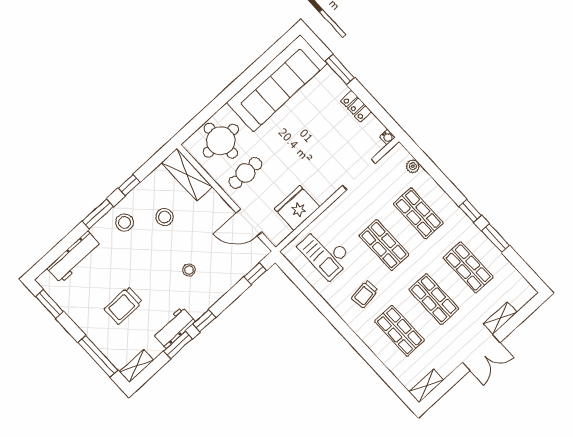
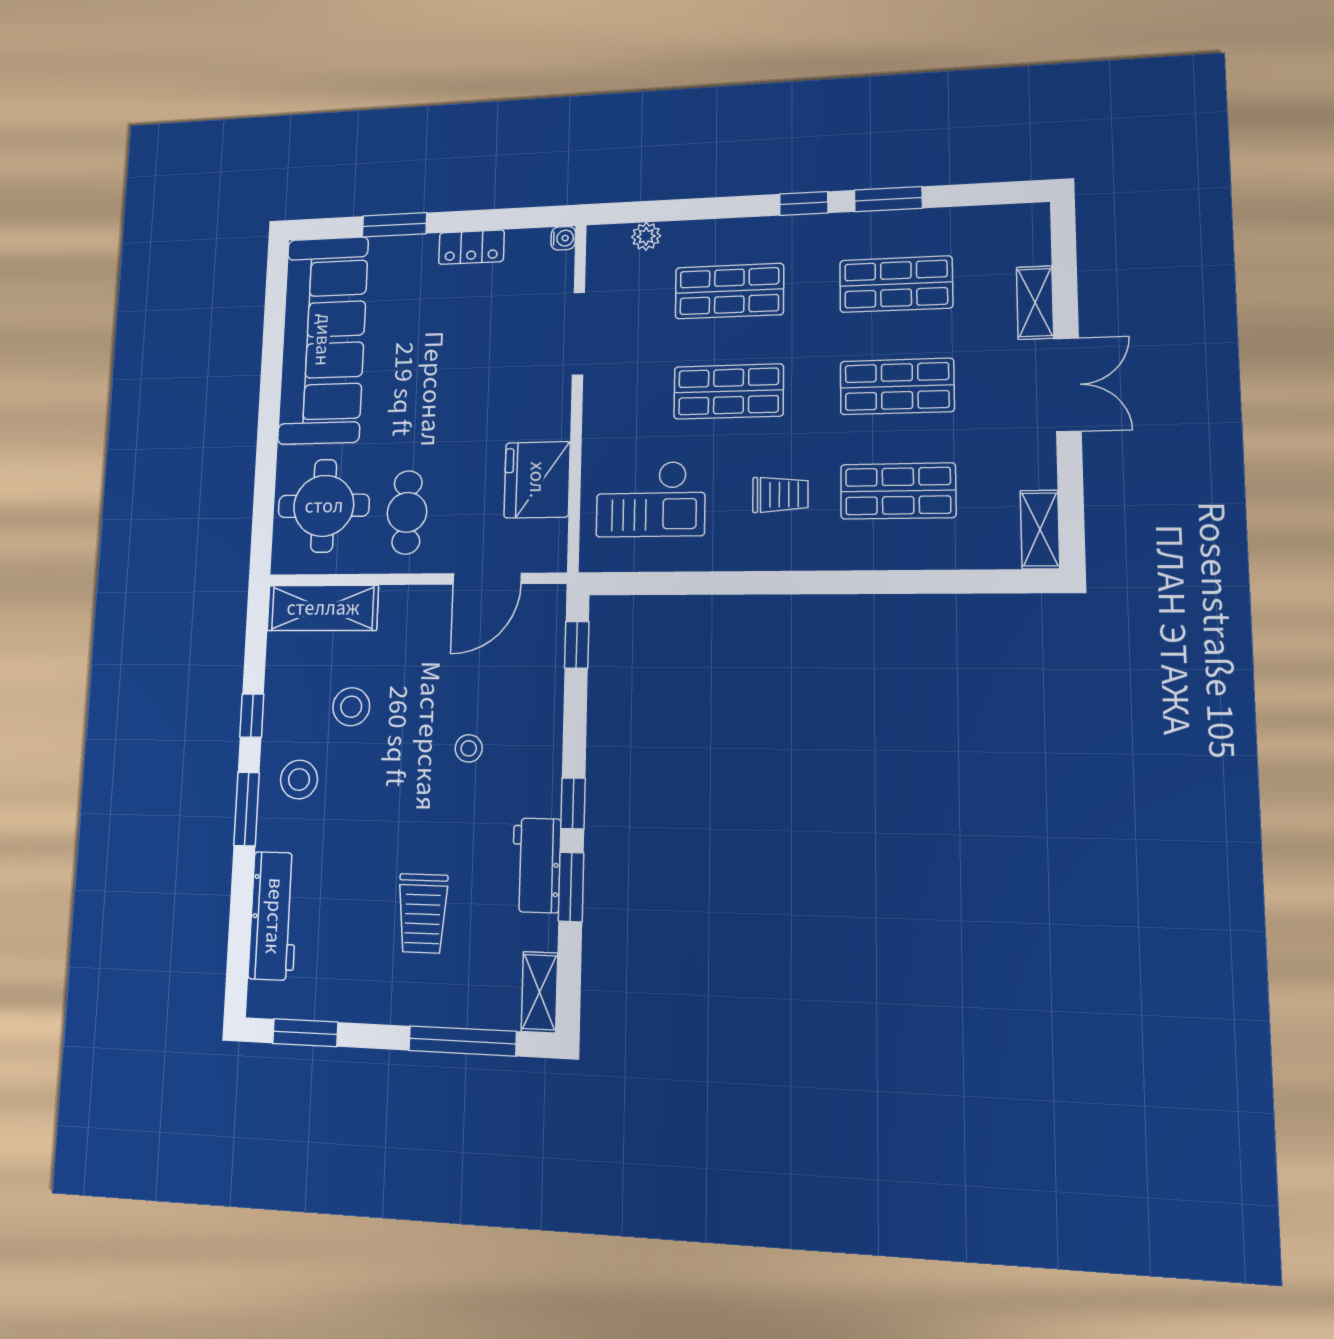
trolley: (365, 294) -> (780, 495), turned -82

